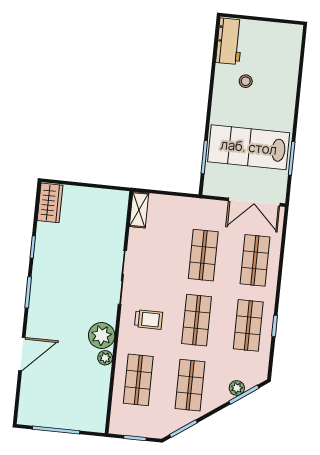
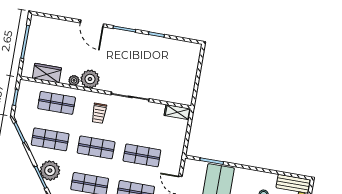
wardrobe: (50, 203) -> (47, 73), moved, turned 180
door: (22, 354) -> (92, 23), moved
plant: (237, 388) -> (50, 171), width x1.87, depth x1.87

